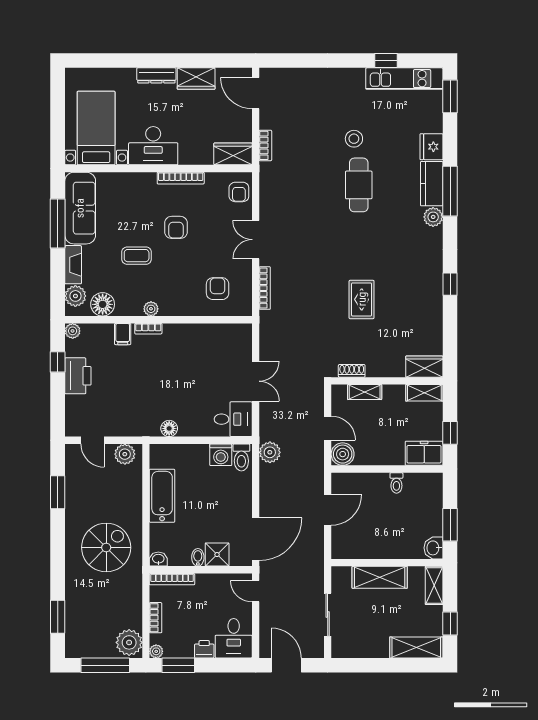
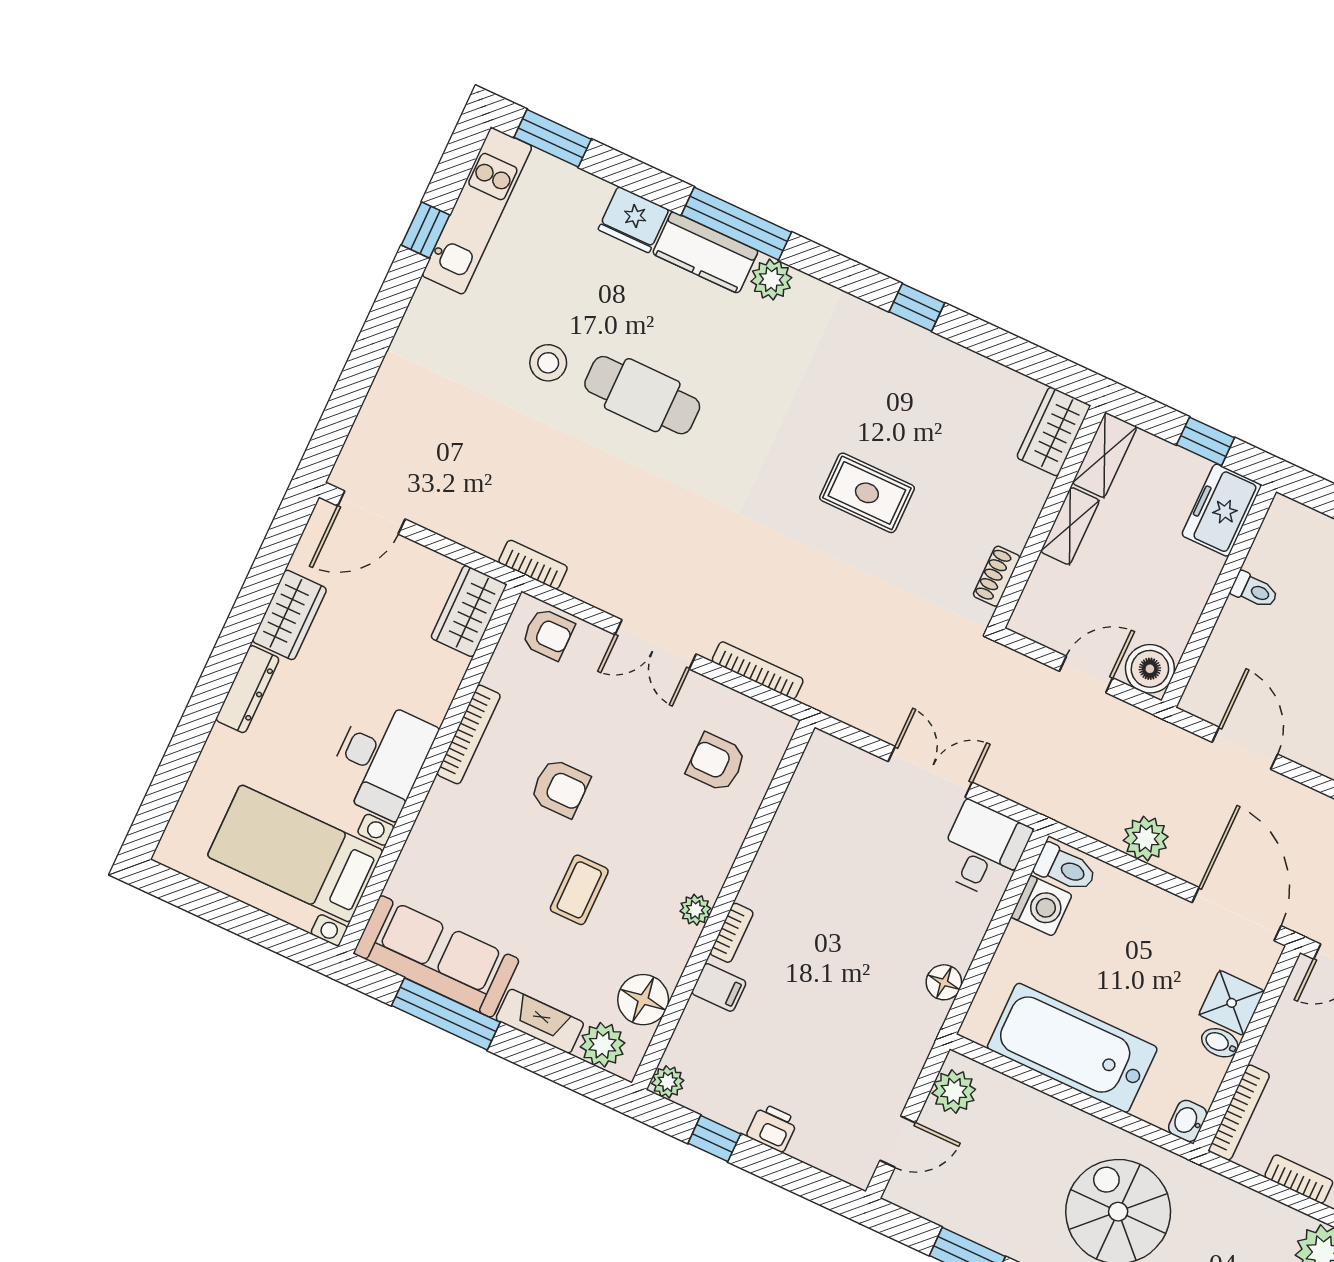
bookcase: (265, 145) -> (533, 565), moved
printer: (78, 376) -> (772, 1128), width x0.53, depth x0.68
shelving: (365, 392) -> (1070, 526), moved
plant: (270, 452) -> (1146, 839), moved
bathtub: (162, 496) -> (1072, 1048), width x1.36, depth x1.36

